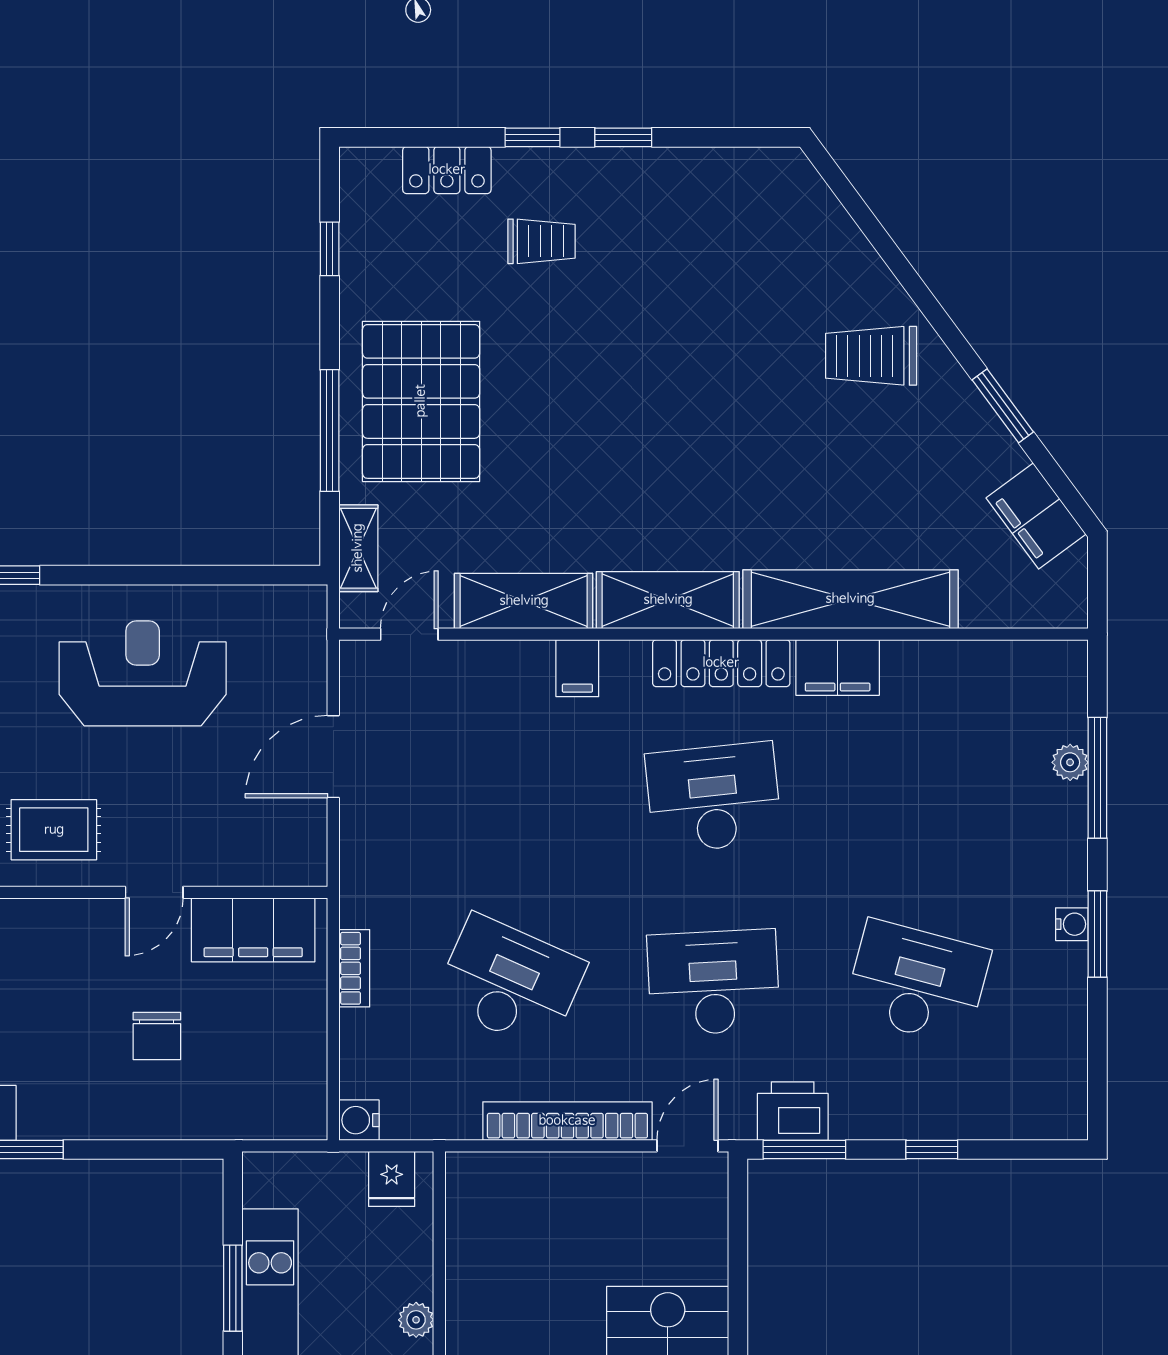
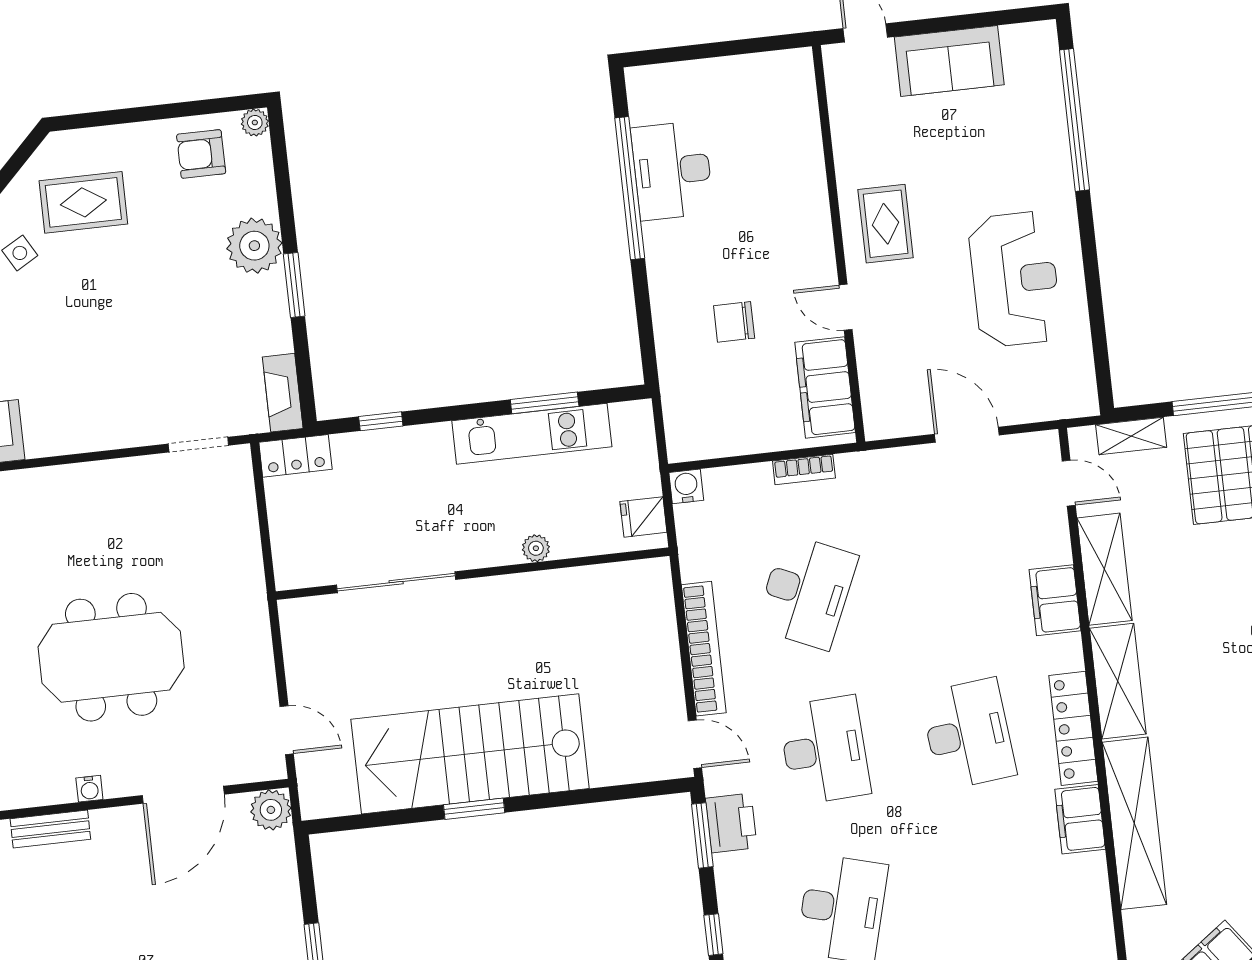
filing cabinet: (577, 668) -> (1055, 600), width x2.00

